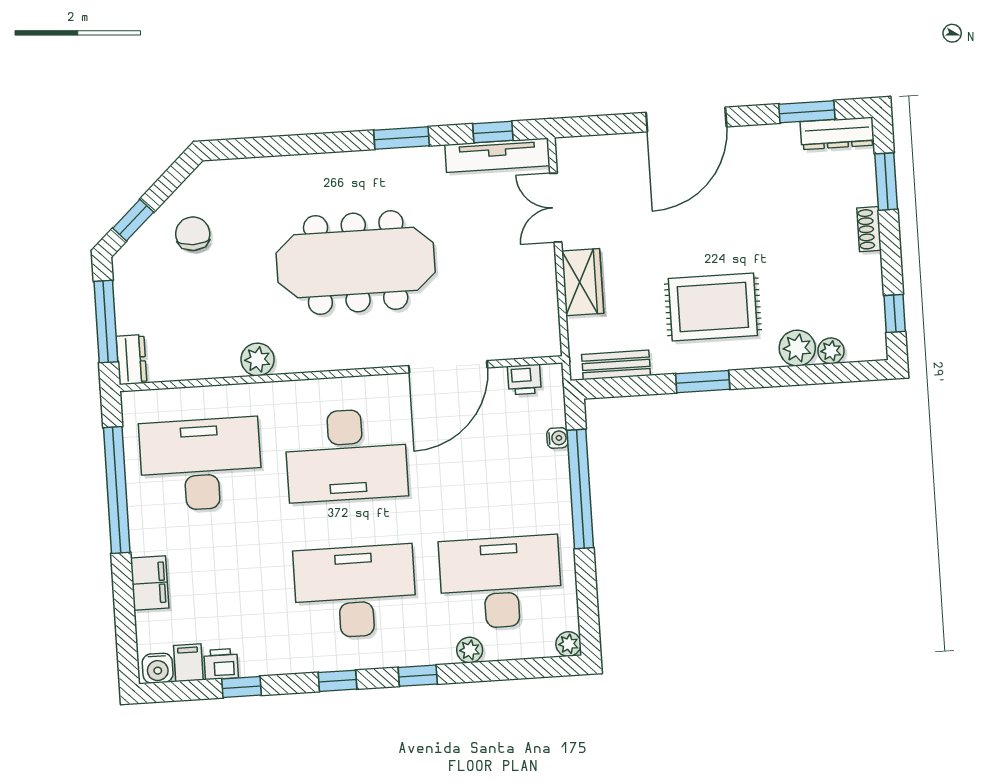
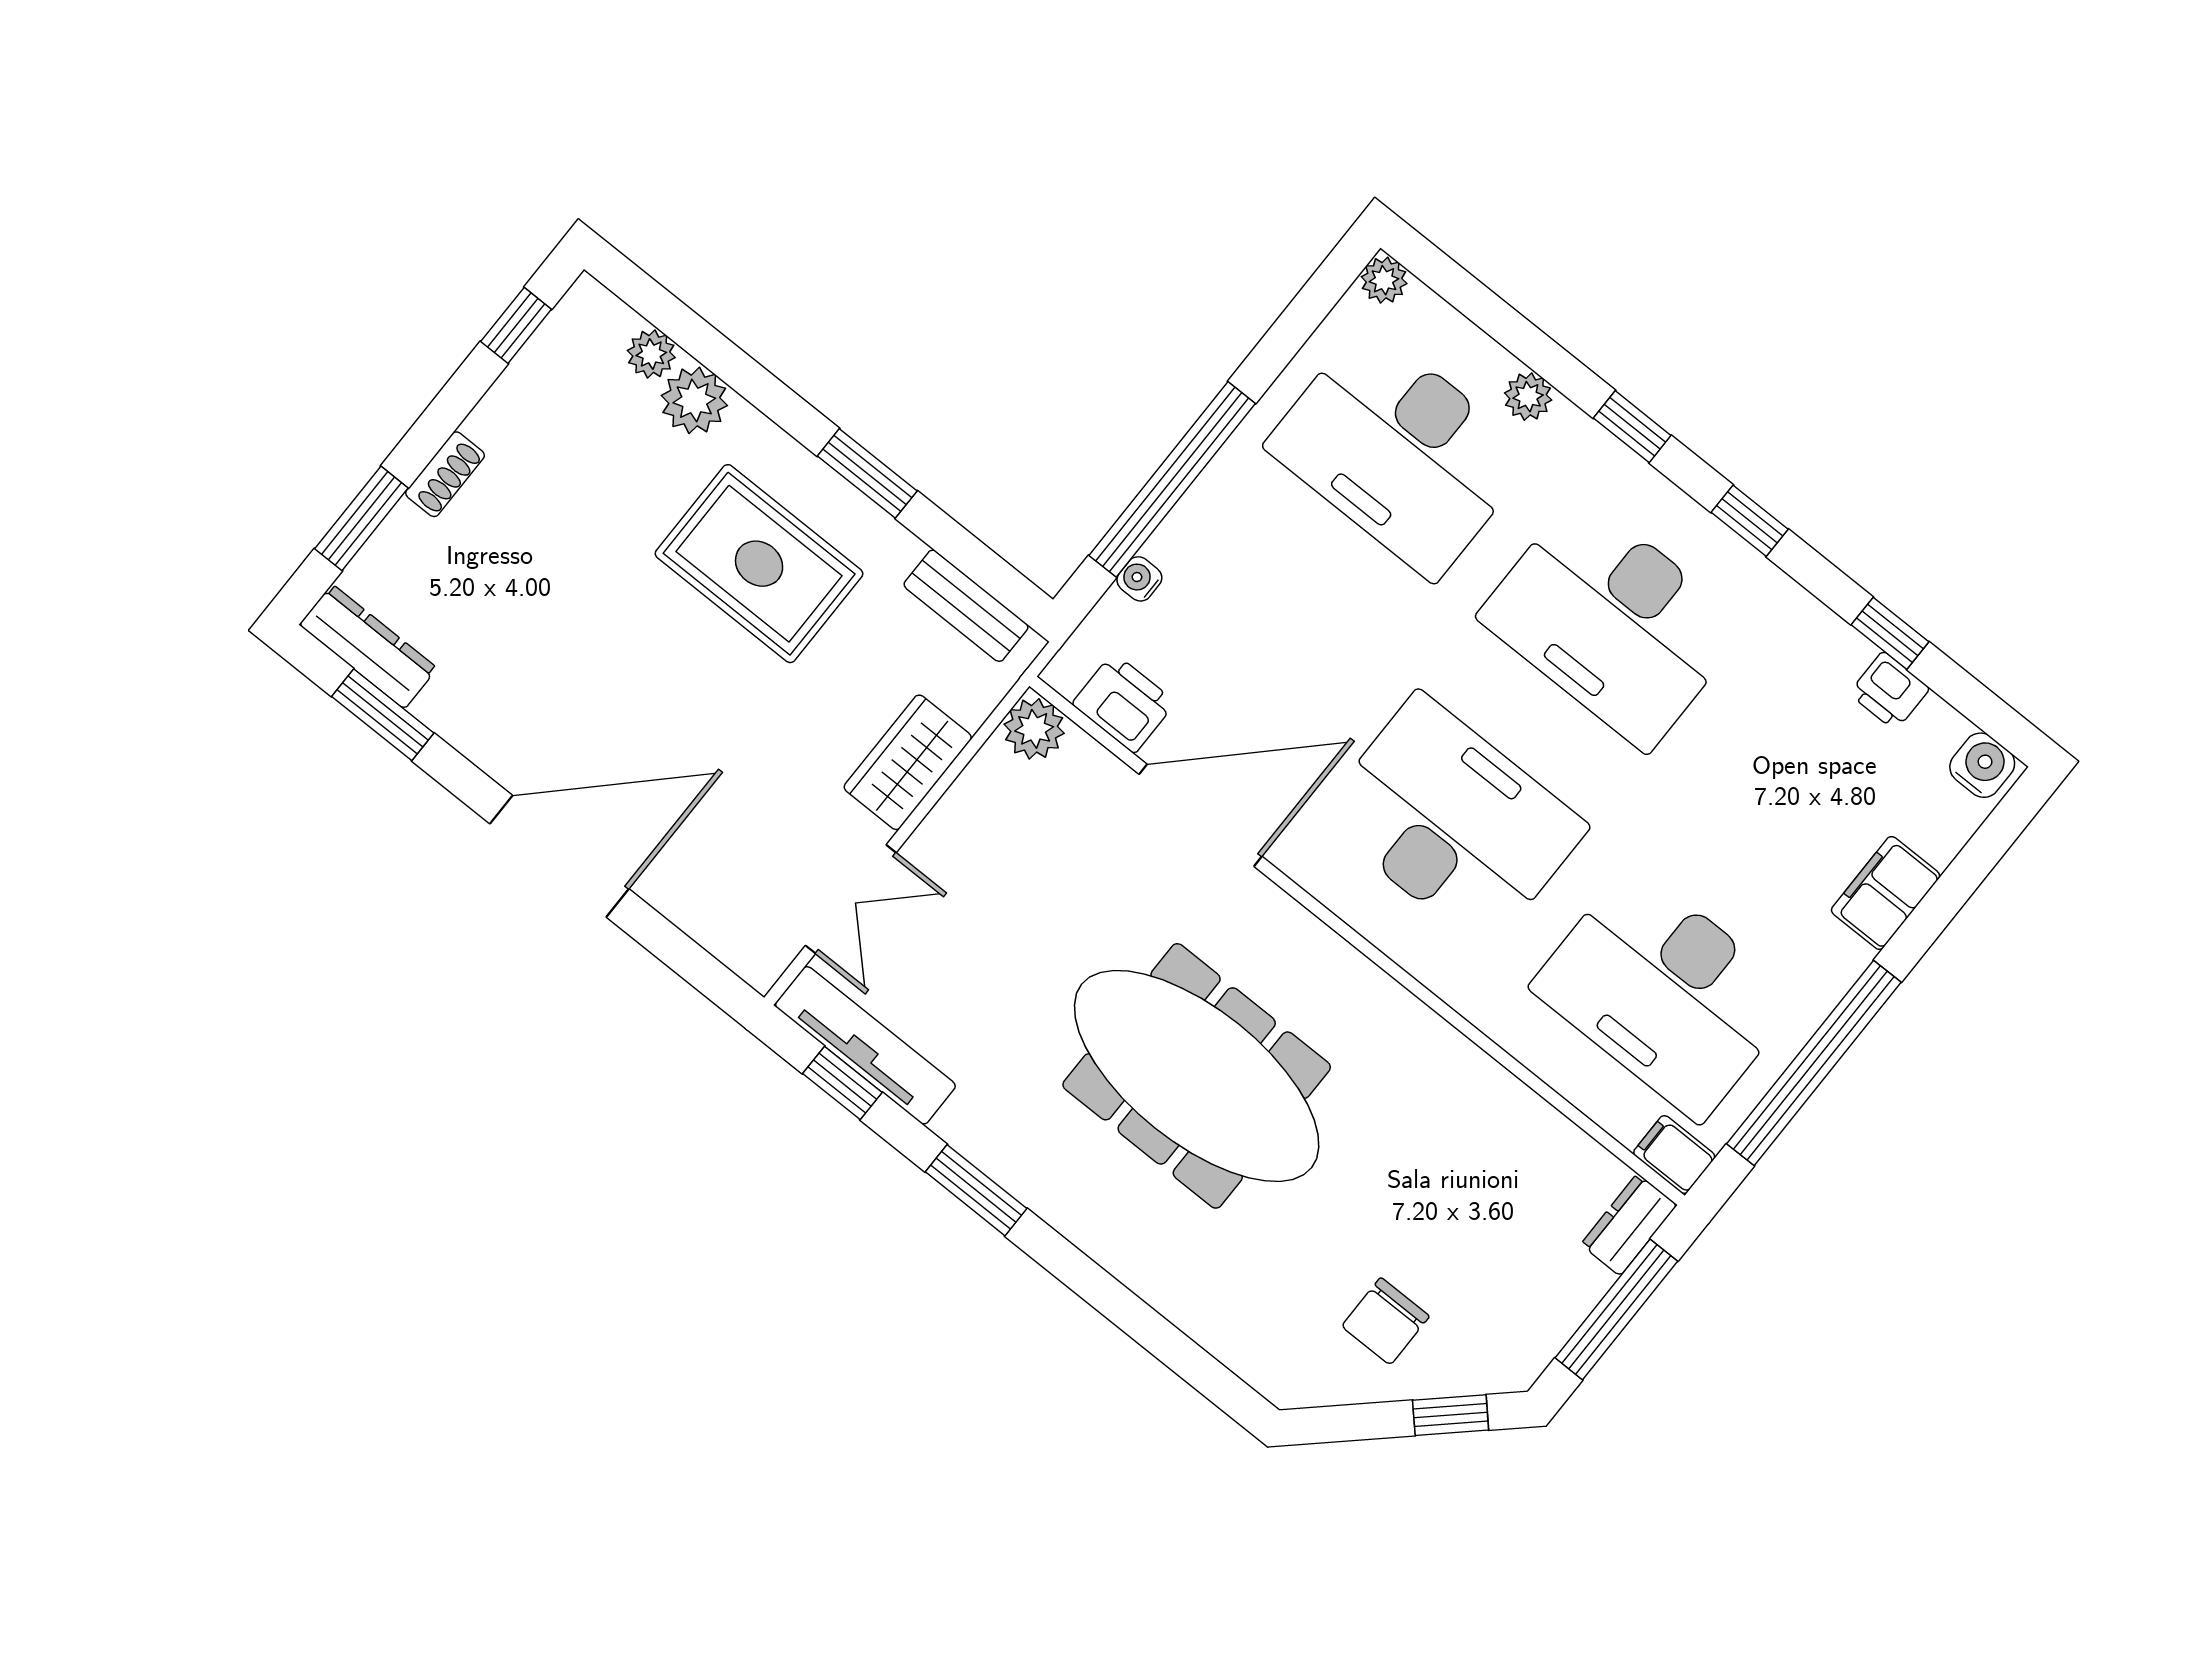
plant: (258, 359) -> (1034, 729), moved
printer: (524, 380) -> (1124, 703), width x1.36, depth x1.24
filing cabinet: (188, 663) -> (1674, 1155), moved, turned 90

